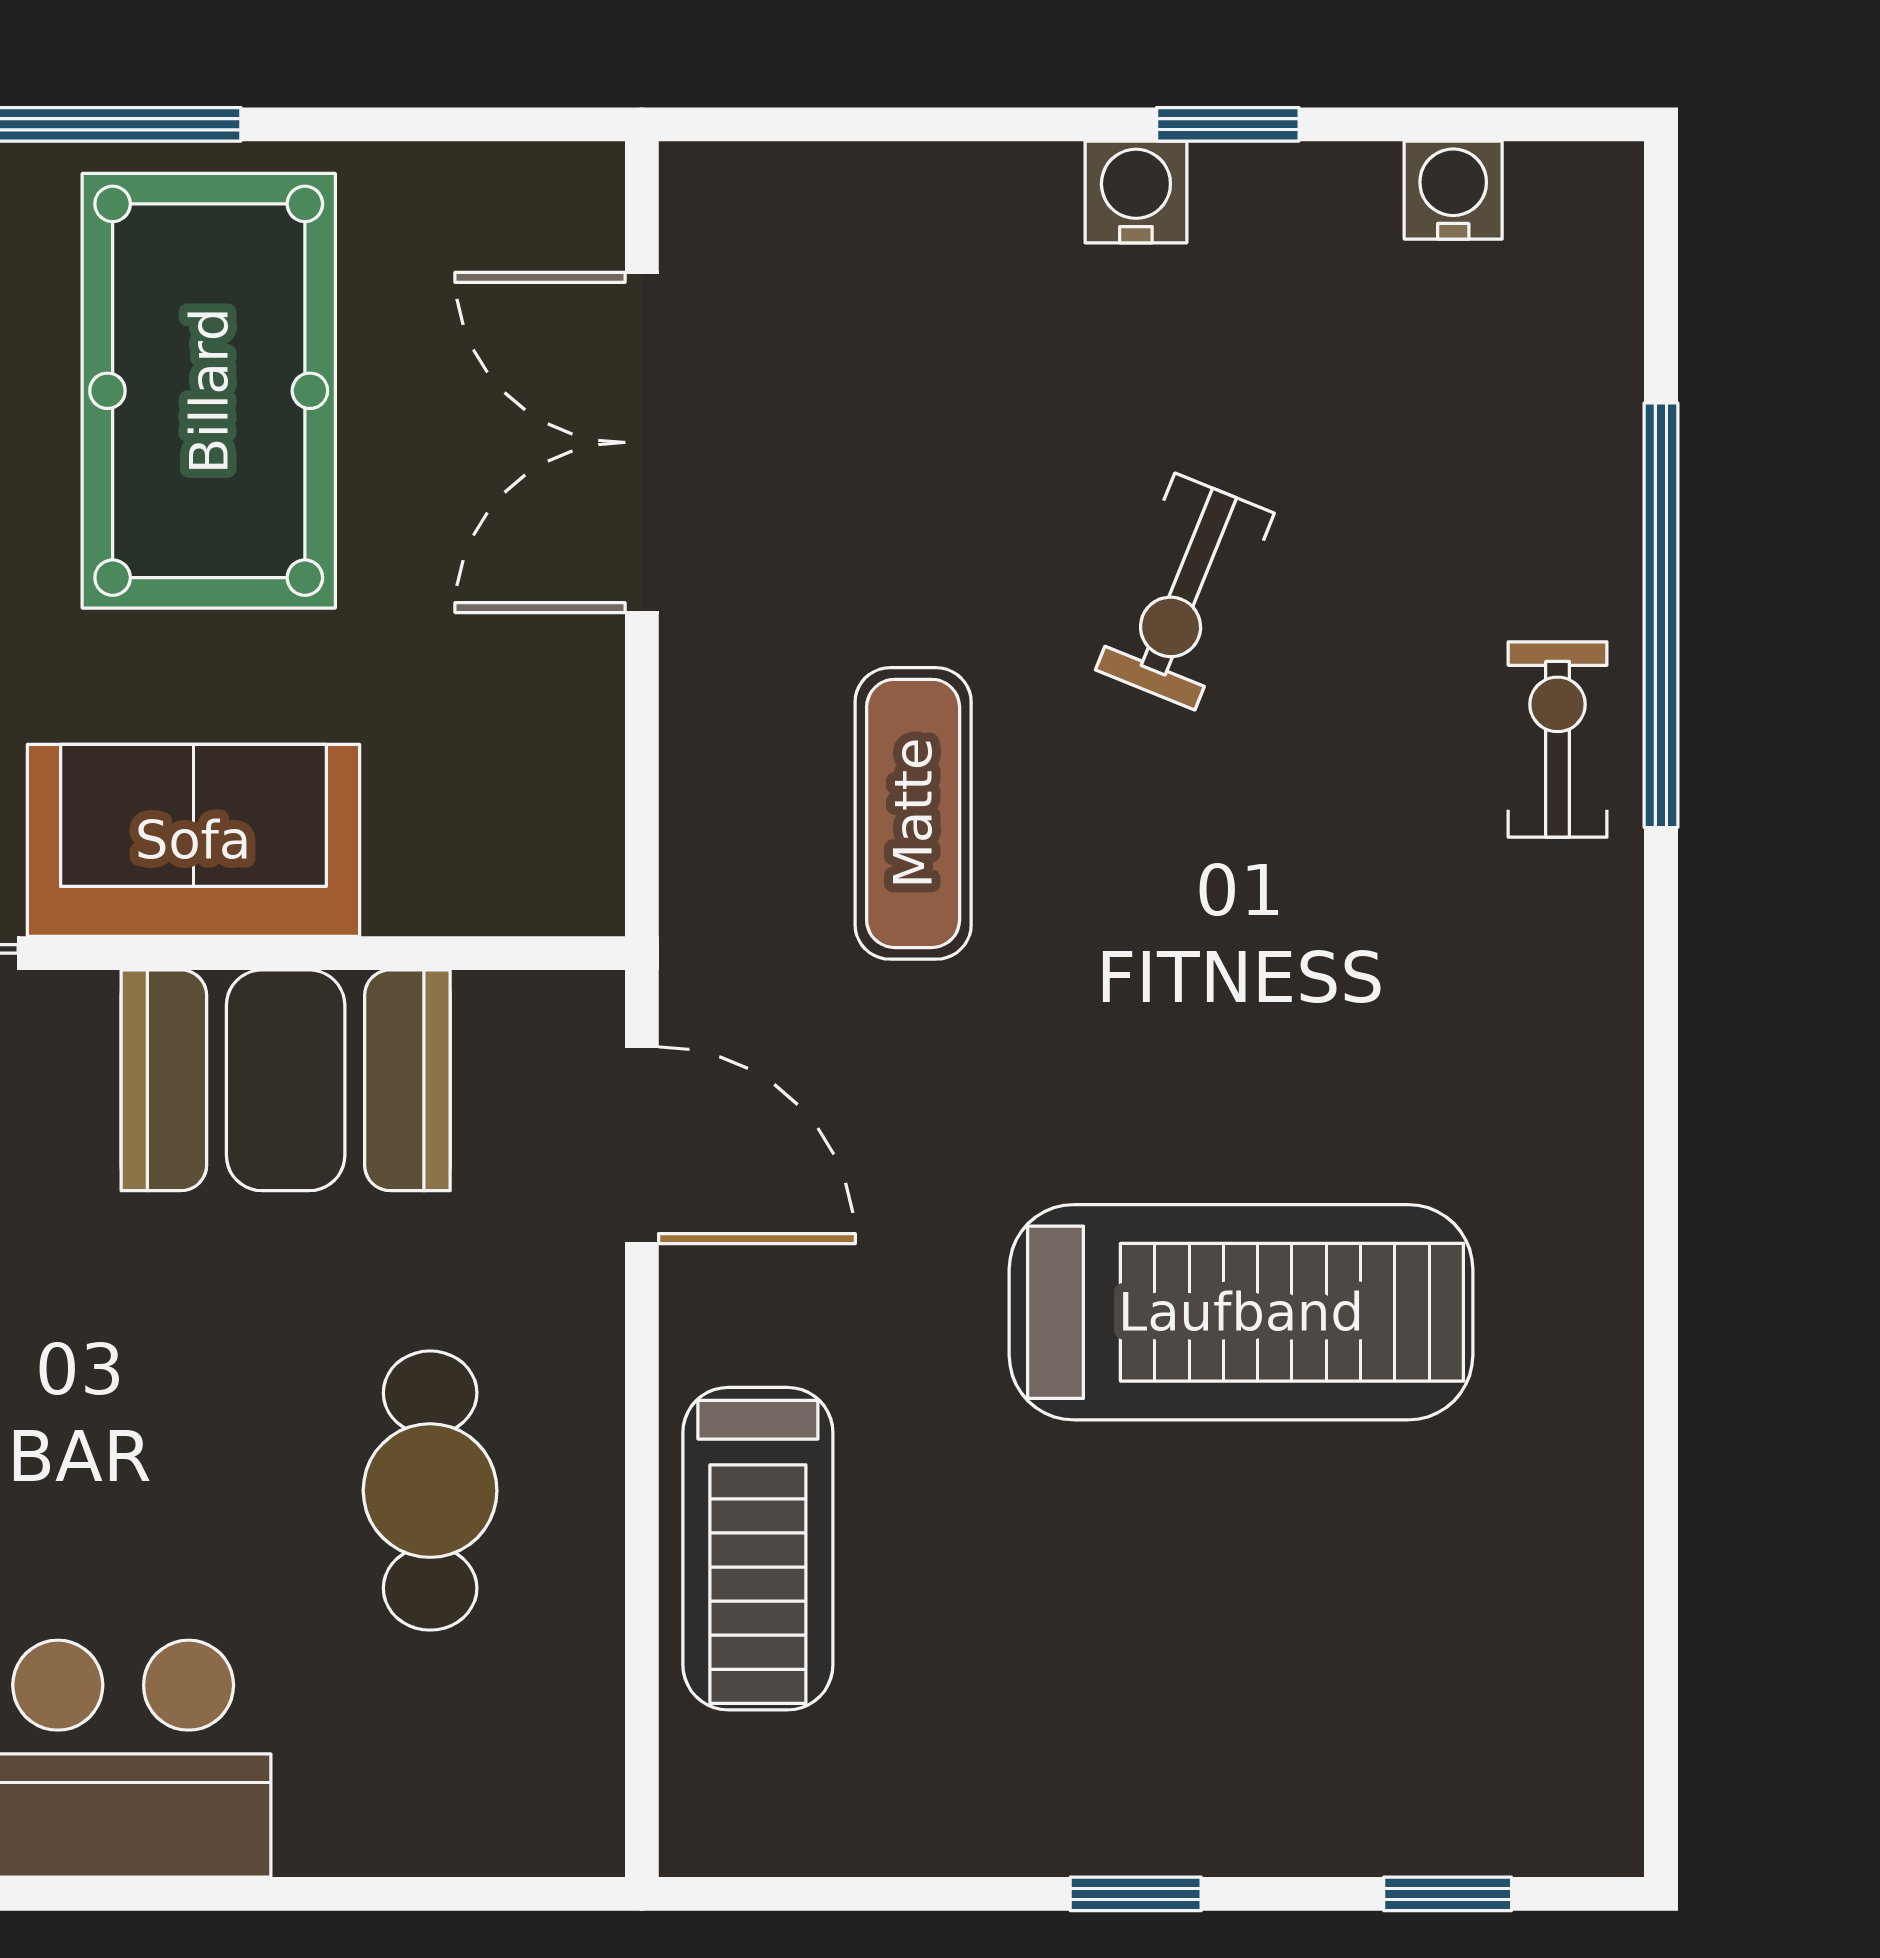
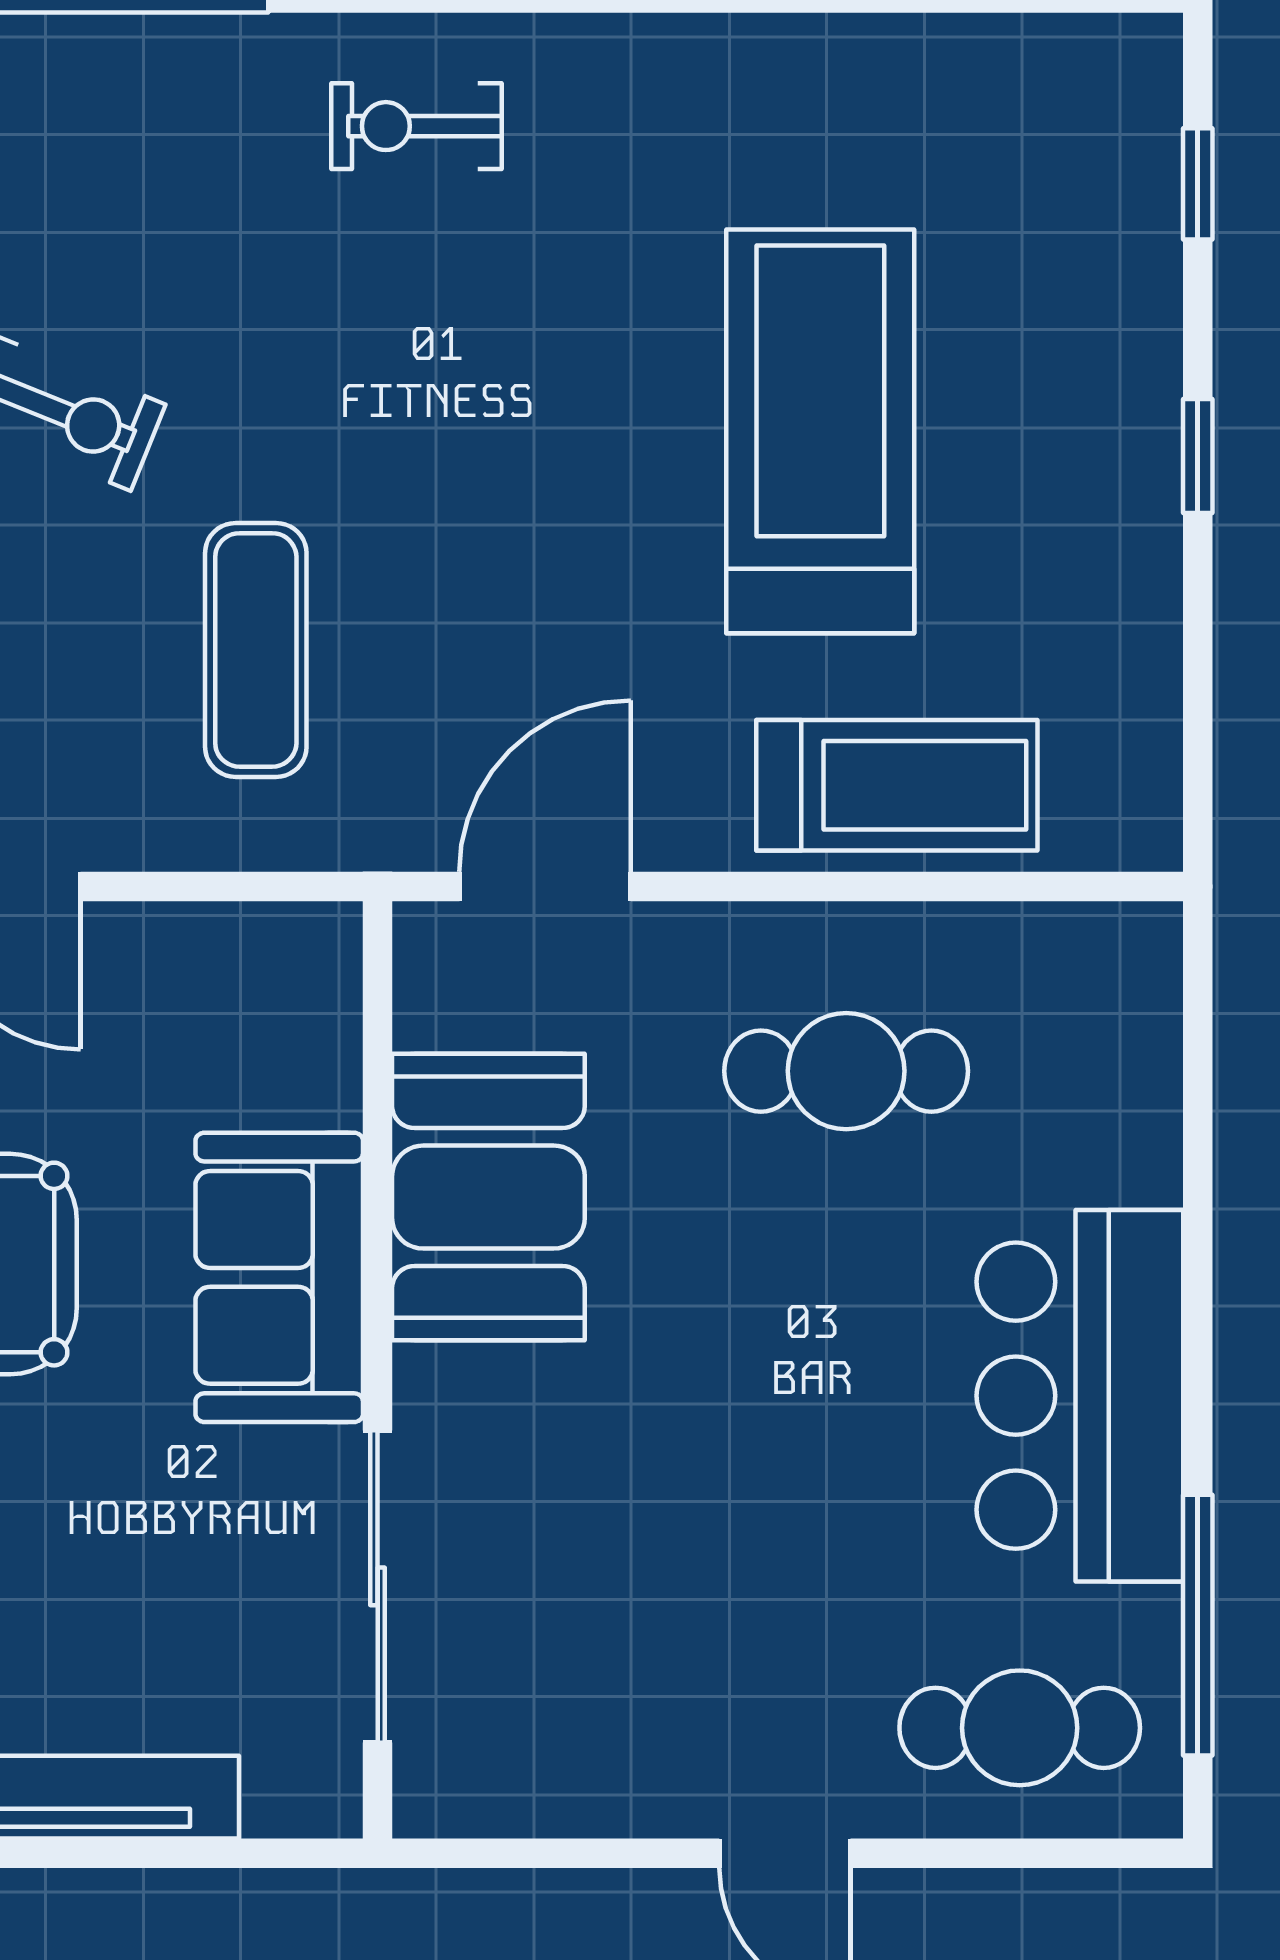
exercise bike: (1558, 740) -> (417, 126), moved
exercise mat: (913, 813) -> (256, 650), turned 90
treadmill: (1241, 1312) -> (820, 431), moved

